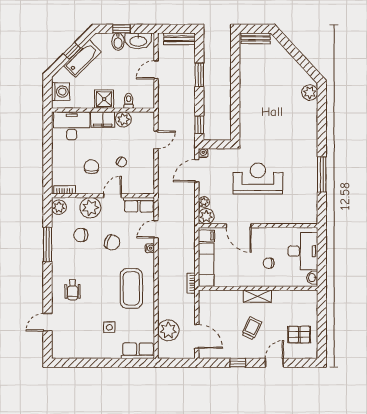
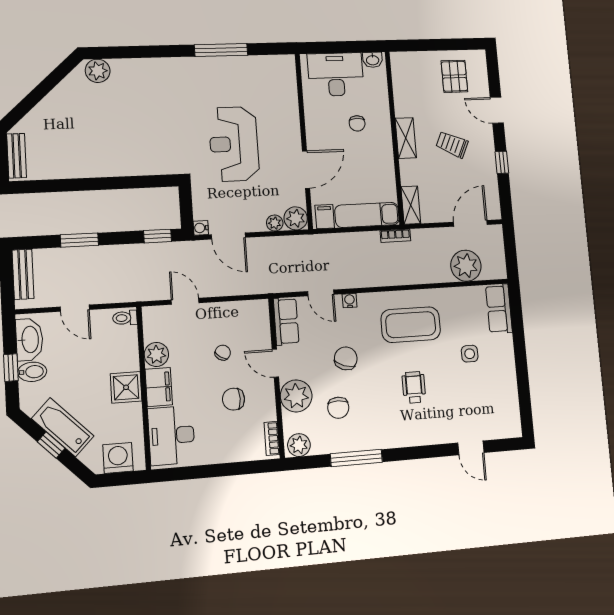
toilet: (129, 101) -> (125, 318), moved
wheelchair: (73, 290) -> (414, 387), moved, turned -90
shelving: (211, 296) -> (411, 205), added

